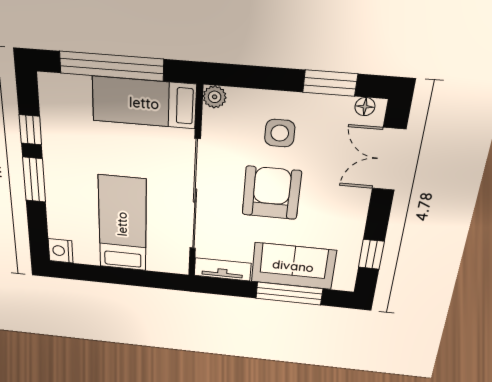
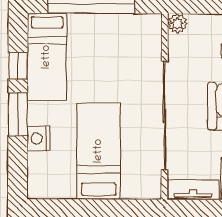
bed: (144, 103) -> (47, 57), moved, turned -90
nightstand: (61, 251) -> (38, 139), moved

